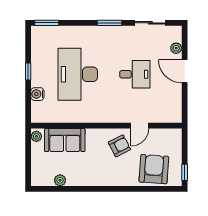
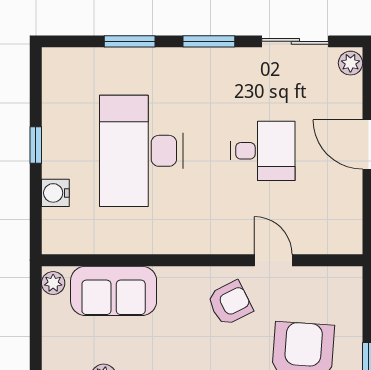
window: (47, 23) -> (130, 41), moved
plant: (176, 48) -> (350, 63), moved
door: (140, 126) -> (273, 260), swing flipped

